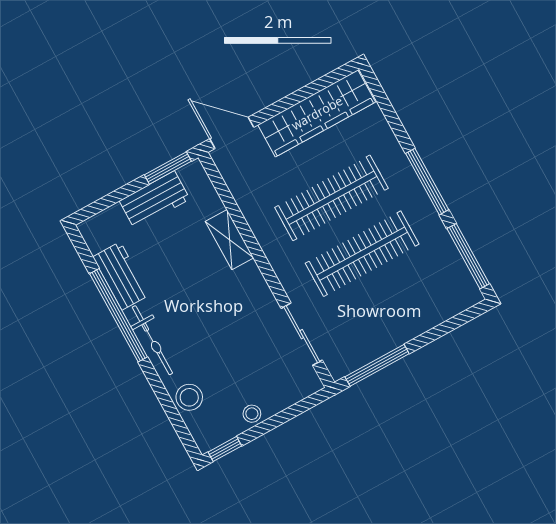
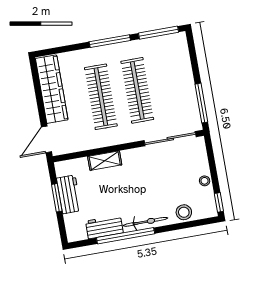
window: (168, 168) -> (57, 198), moved
sliding door: (302, 334) -> (170, 139), width x1.37

